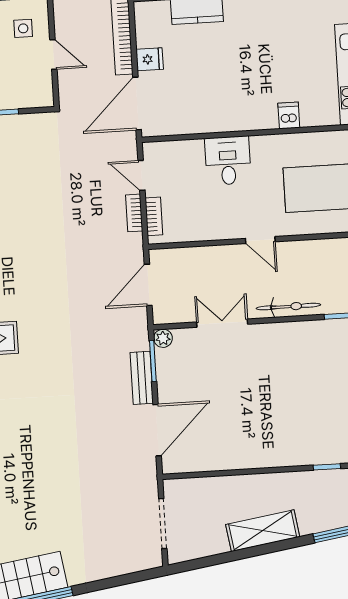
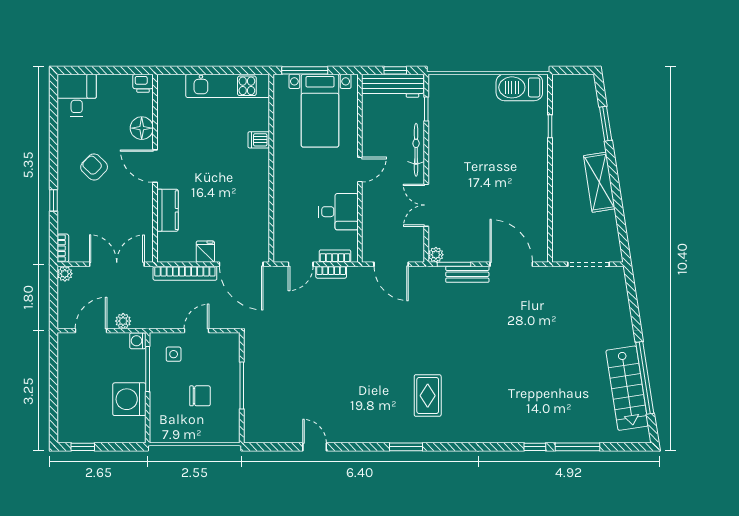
desk: (228, 161) -> (338, 212), moved, turned 180

